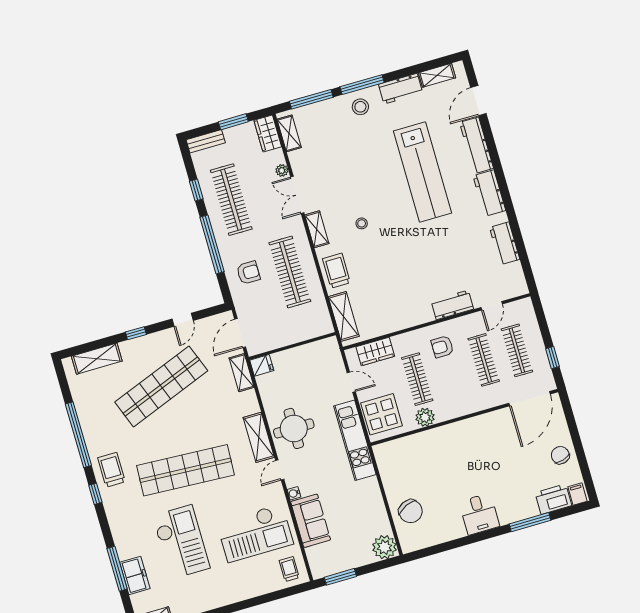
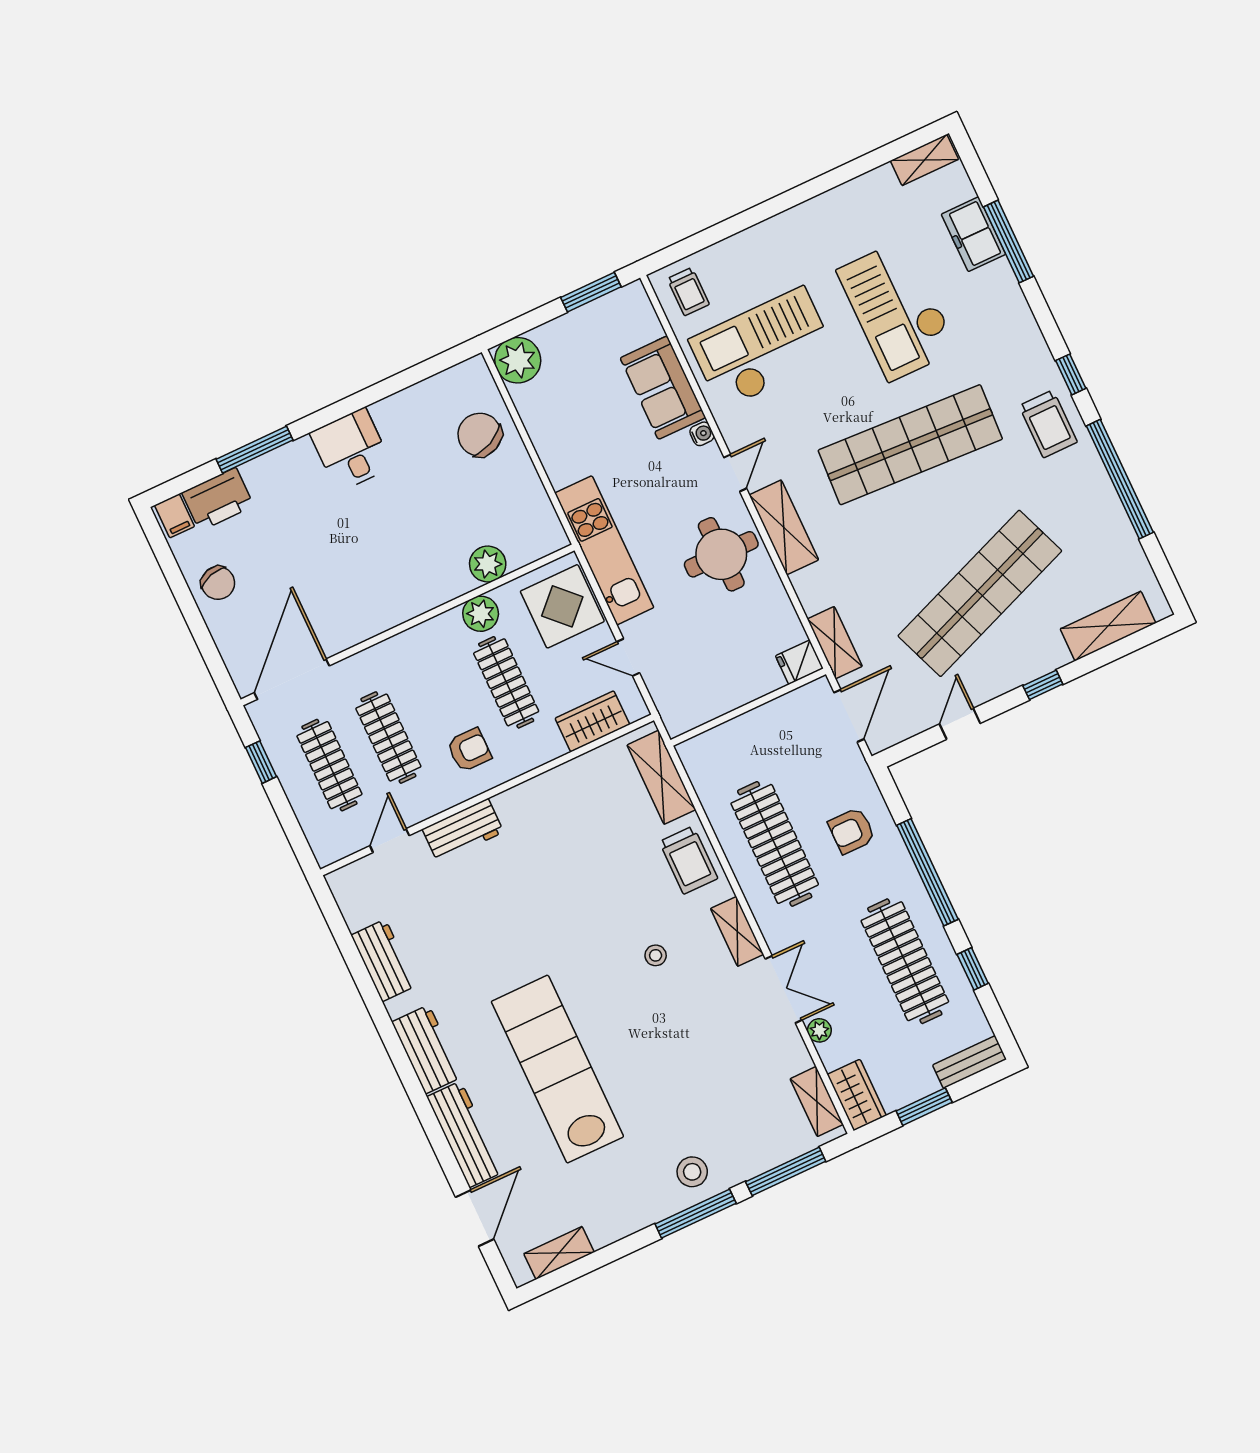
workbench: (401, 89) -> (623, 1217), removed
plant: (417, 443) -> (488, 564), added

